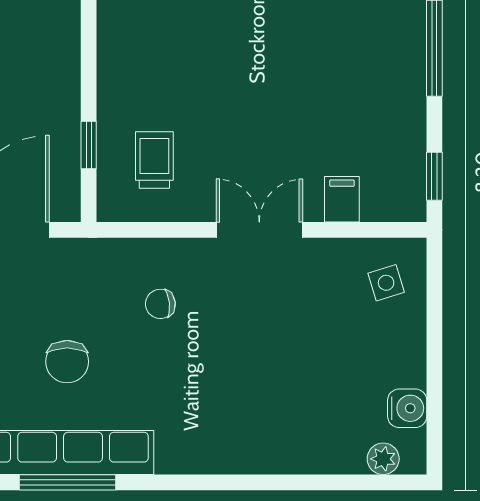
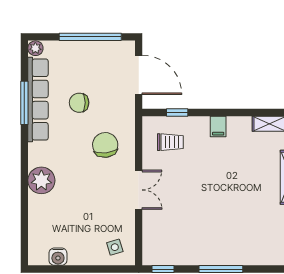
filing cabinet: (342, 199) -> (218, 126), moved, turned 90
chair: (160, 304) -> (105, 145), width x1.87, depth x1.87
plant: (383, 459) -> (41, 180), moved, width x1.88, depth x1.88

